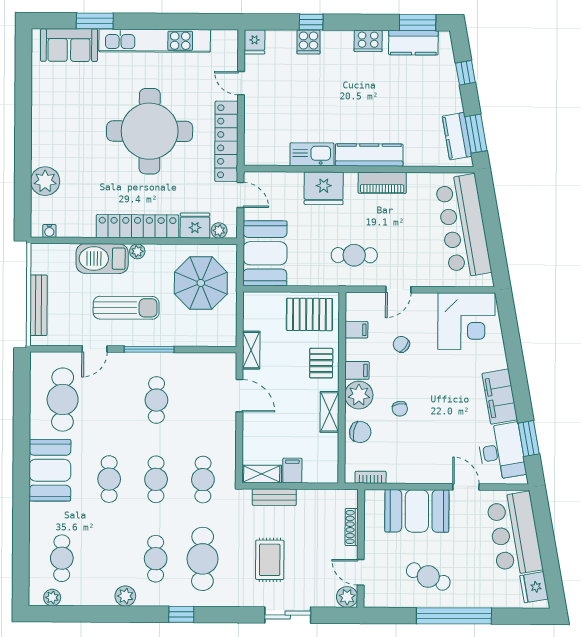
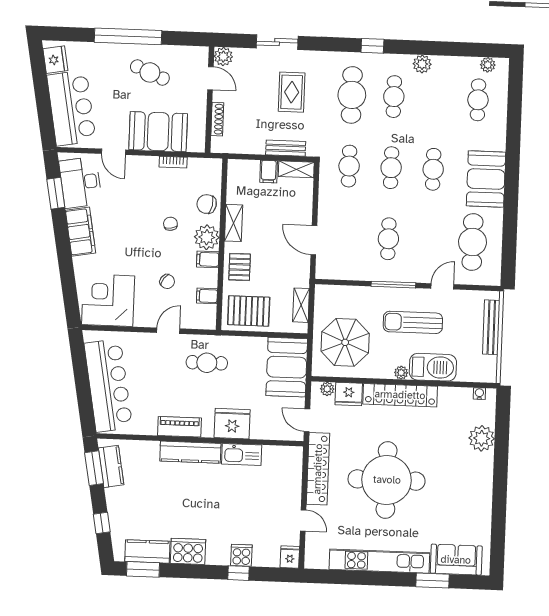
cooker: (368, 41) -> (188, 551), width x1.37, depth x1.31
shelving: (251, 350) -> (301, 305), moved
bookcase: (371, 477) -> (173, 162), moved

